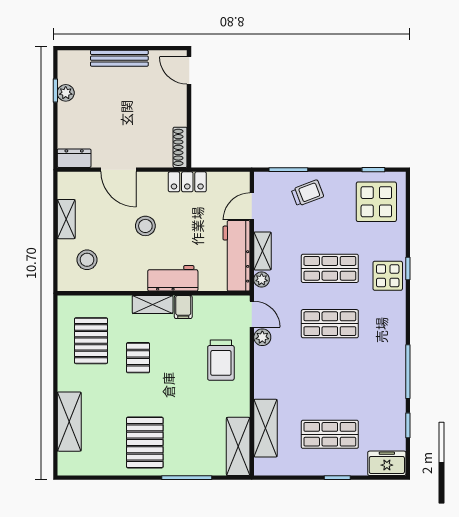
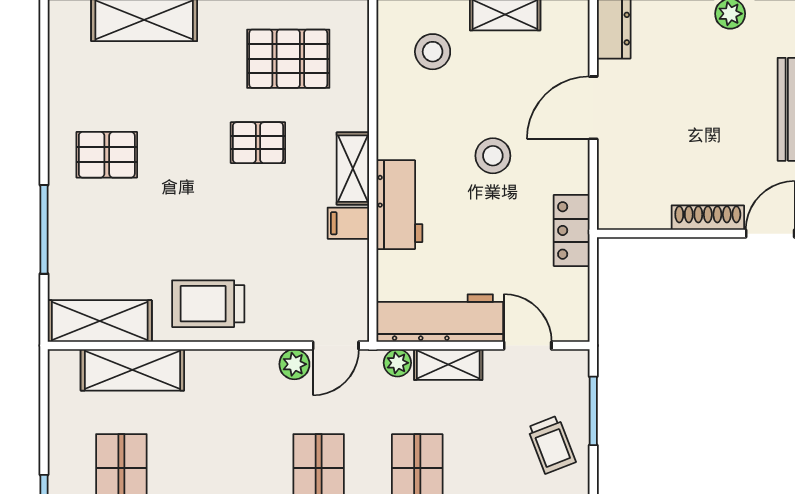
shoe rack: (180, 147) -> (708, 218), moved
trolley: (221, 360) -> (208, 304), moved
pallet: (145, 442) -> (107, 155), width x0.67, depth x0.71

